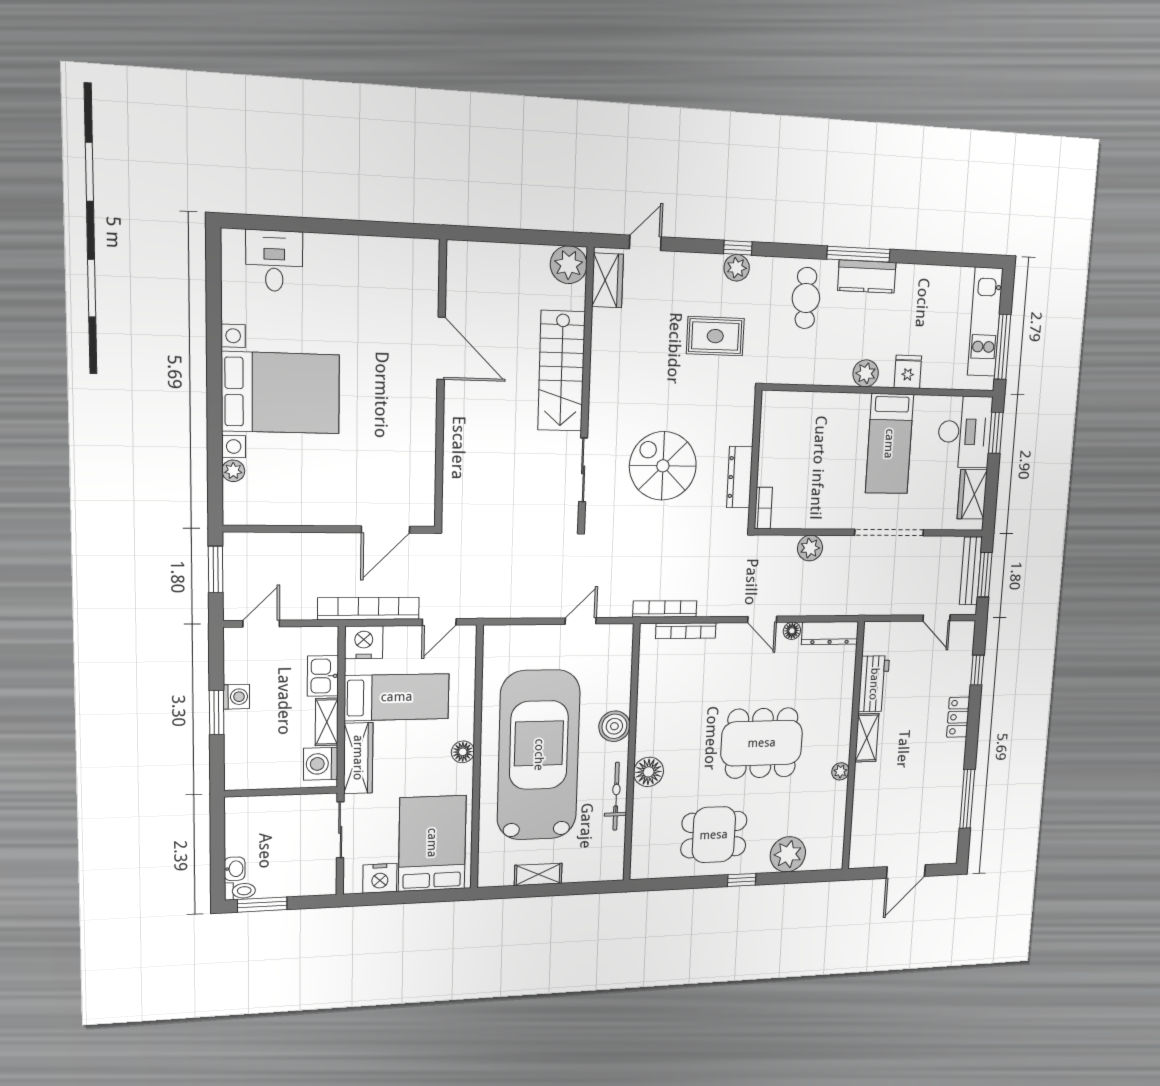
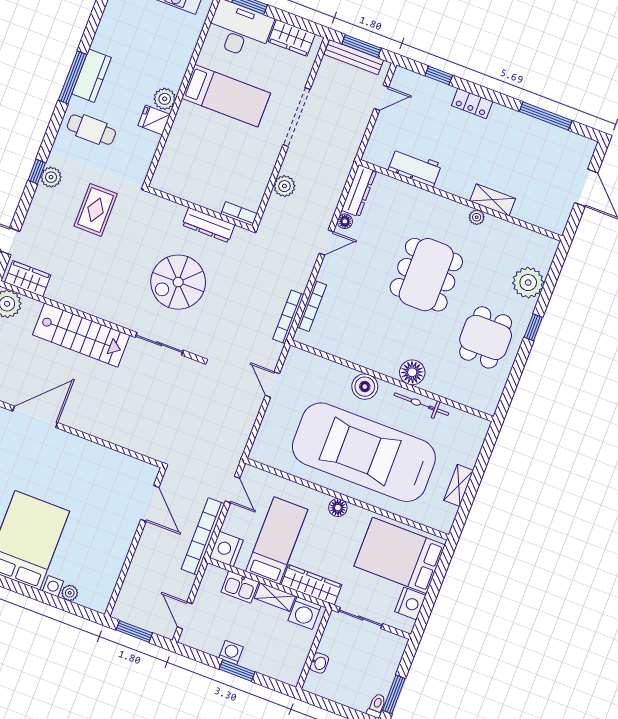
fridge: (908, 372) -> (154, 120), moved
shelving: (867, 738) -> (493, 200), moved
washbasin: (235, 869) -> (319, 663), moved, turned 90

